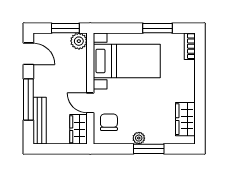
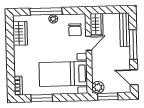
door: (90, 103) -> (89, 43), hinge flipped
window: (149, 149) -> (46, 11), width x1.44

